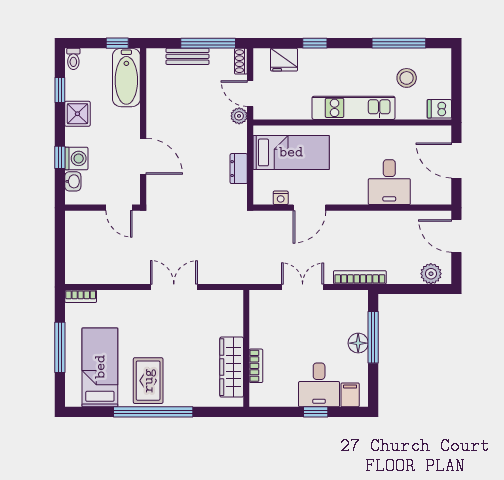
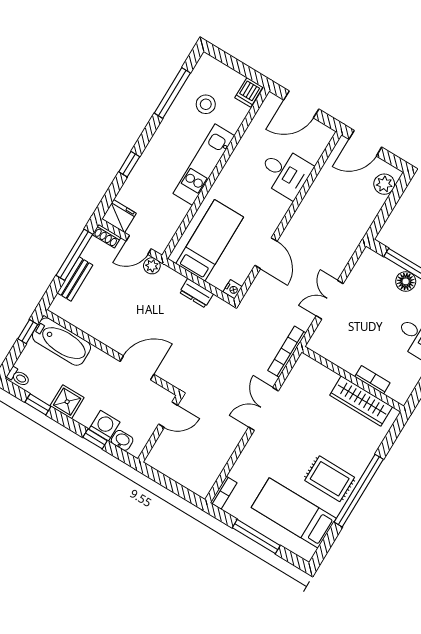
fridge: (284, 60) -> (119, 216), moved, turned -90
nightstand: (281, 198) -> (233, 289), moved
bookcase: (360, 277) -> (287, 352), moved

